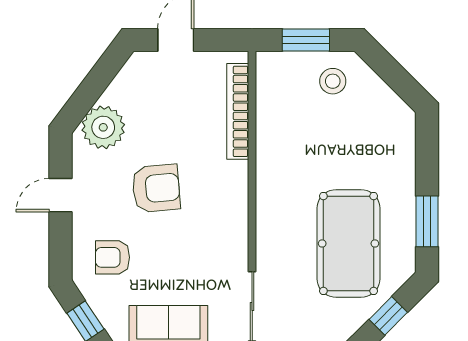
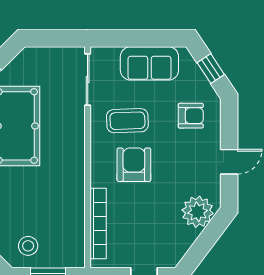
armchair: (156, 188) -> (134, 165), moved, turned 95
coffee table: (198, 251) -> (127, 121), added

